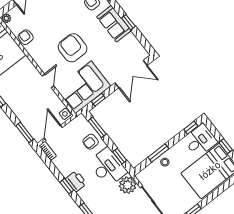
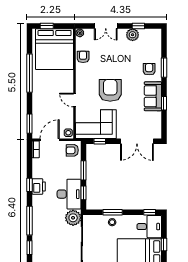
door: (48, 81) -> (75, 100), swing flipped
window: (97, 127) -> (84, 170), moved
armchair: (91, 142) -> (72, 150), moved

